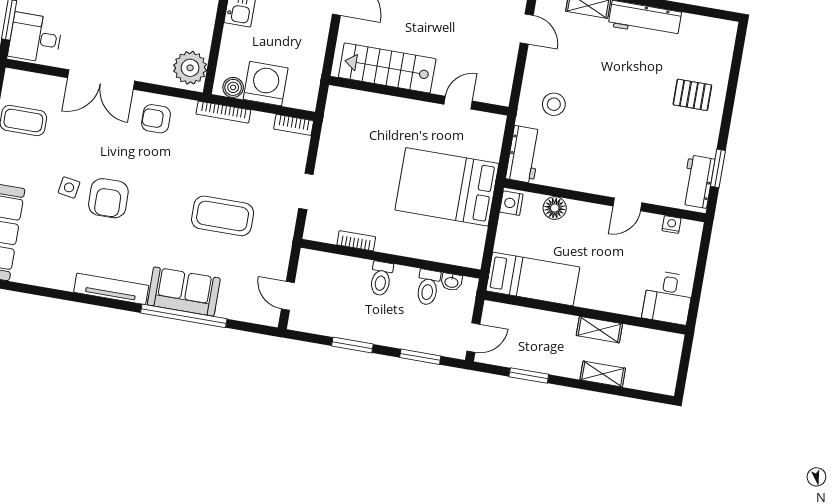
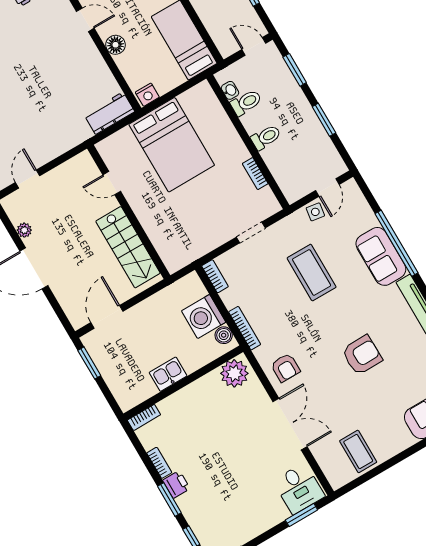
stool: (554, 104) -> (61, 121), removed
side table: (69, 187) -> (315, 212), moved
floor lamp: (555, 208) -> (115, 45), moved

